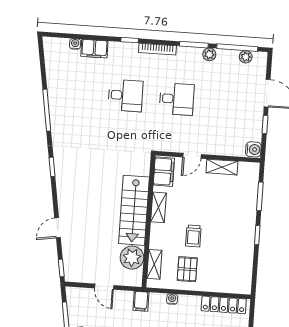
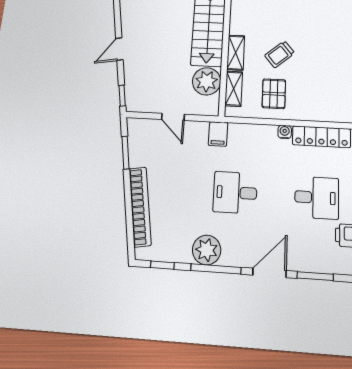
shelving: (159, 207) -> (236, 53), moved
trolley: (193, 236) -> (280, 54), turned 50
water cooler: (172, 299) -> (285, 132), moved

